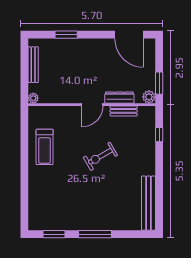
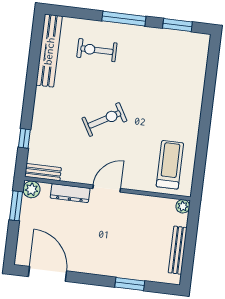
bench: (124, 111) -> (43, 172), moved
treadmill: (45, 147) -> (170, 165), moved
exercise bike: (112, 208) -> (97, 50), added

